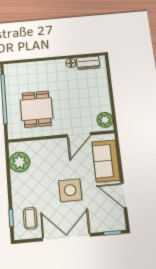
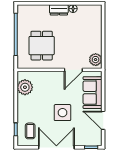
dresser: (88, 63) -> (59, 10), moved

